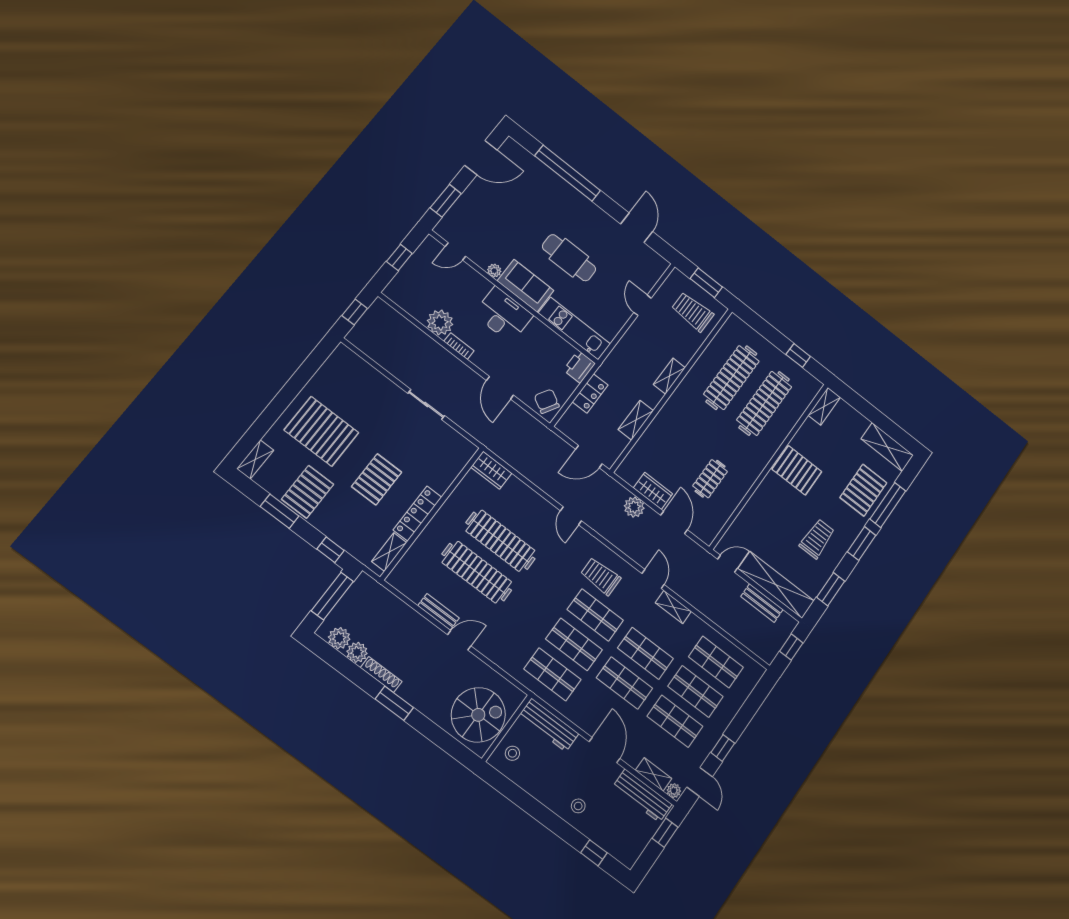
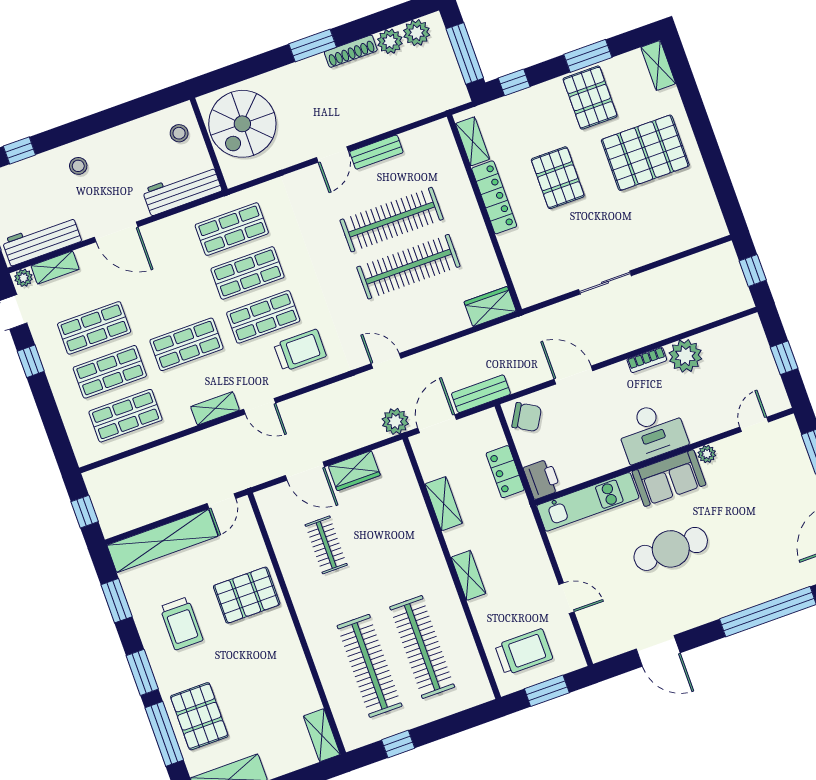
pallet: (797, 470) -> (247, 595), moved
plant: (634, 507) -> (395, 421), moved
bench: (762, 603) -> (481, 394), moved
shop shelf: (625, 683) -> (171, 300), removed

